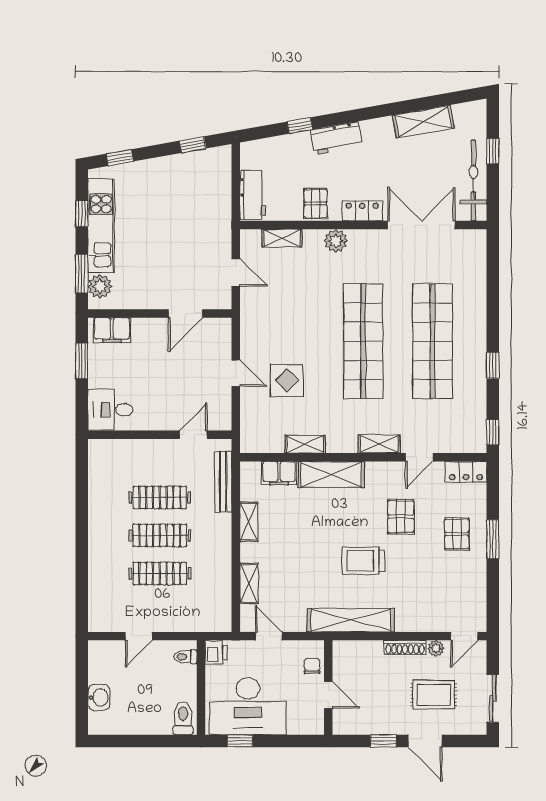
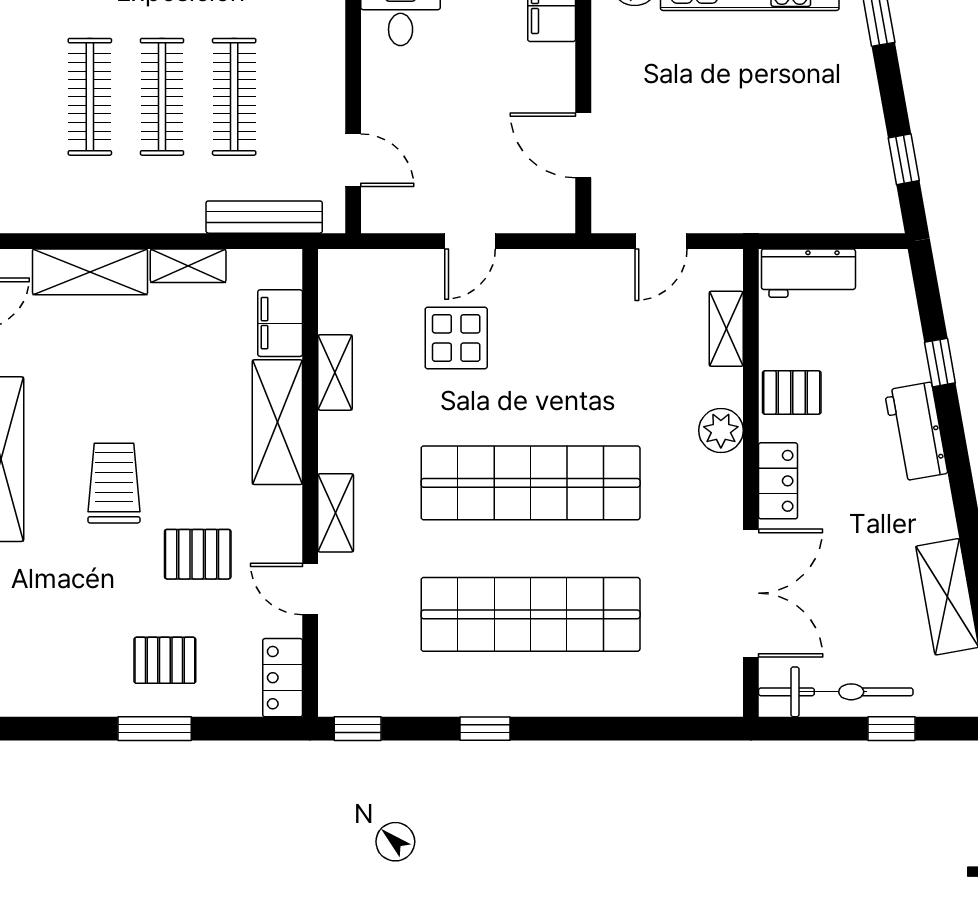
shelving: (249, 583) -> (90, 272), width x1.50, depth x1.33

